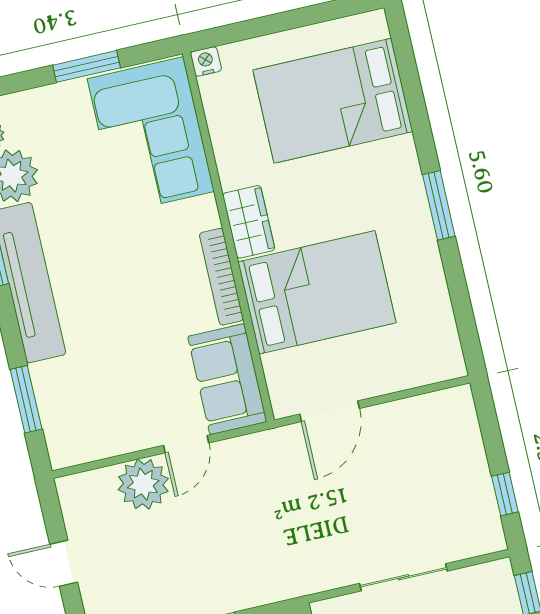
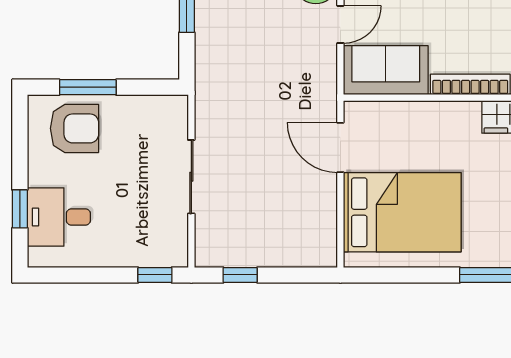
bed: (317, 292) -> (402, 212), moved, turned -90
door: (186, 444) -> (340, 24), swing flipped

